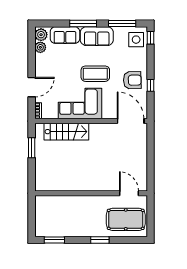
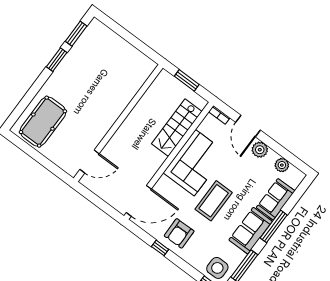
plant: (41, 35) -> (260, 150), moved
wall: (91, 193) -> (118, 123), moved
door: (129, 193) -> (89, 162), moved
window: (100, 240) -> (57, 60), moved

